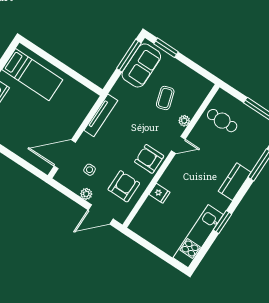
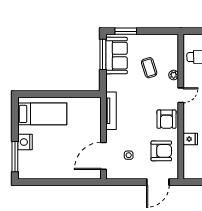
armchair: (149, 159) -> (167, 119), turned -90
armchair: (124, 186) -> (161, 151), turned 90
plant: (86, 194) -> (138, 174), removed

